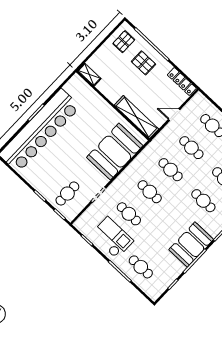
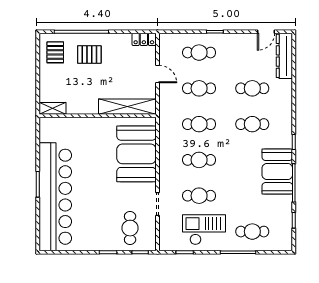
locker: (182, 82) -> (144, 39), width x0.66
door: (174, 115) -> (157, 74), swing flipped

